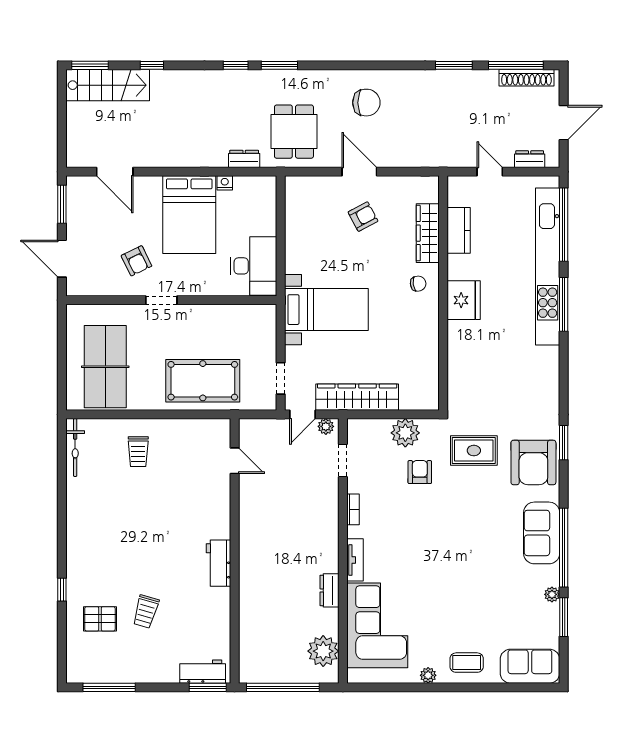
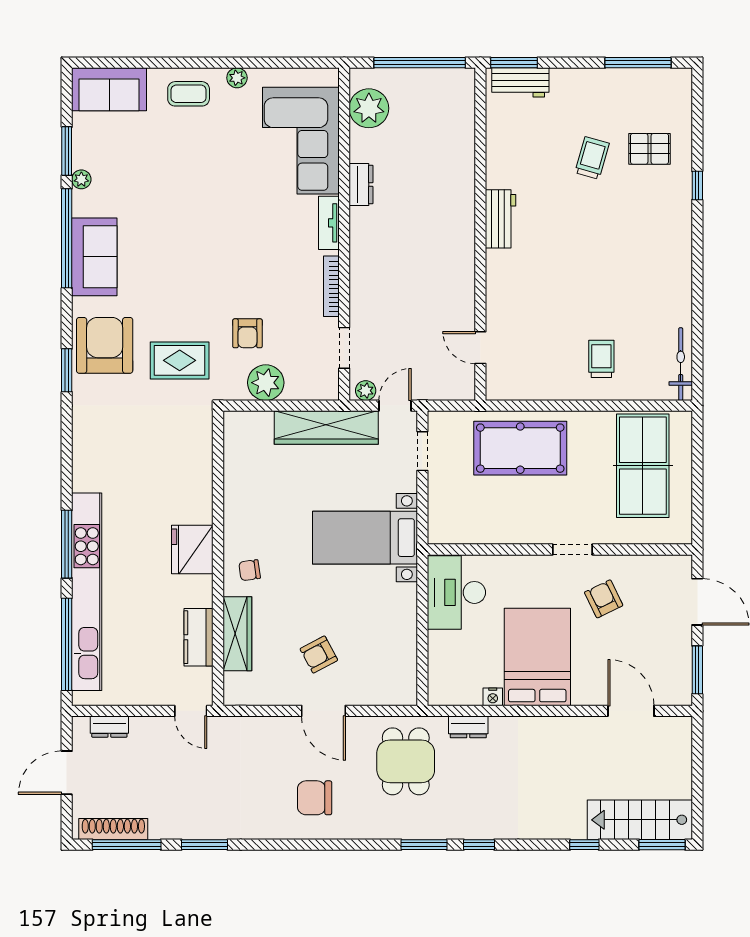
door: (490, 172) -> (191, 711), moved
bookcase: (353, 509) -> (331, 286), width x1.56

